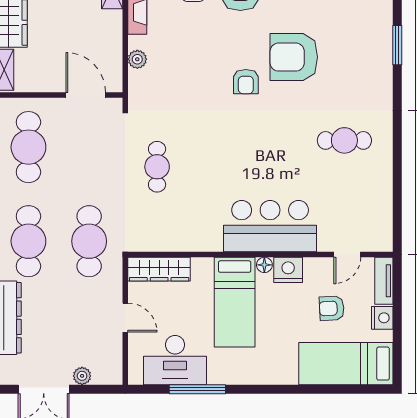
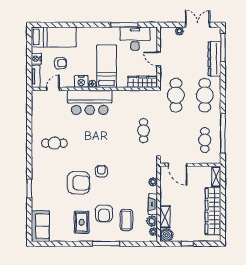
cafe table: (28, 147) -> (205, 140), width x0.73, depth x0.74

